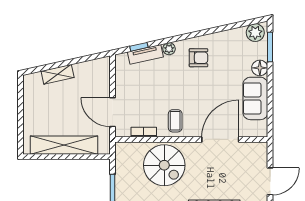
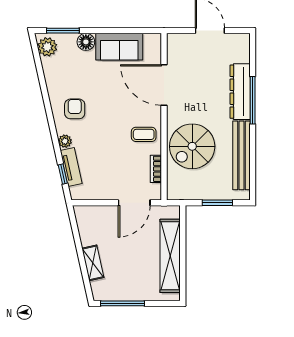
window: (21, 101) -> (122, 303), added
spiral stairs: (164, 165) -> (192, 146), turned 180

